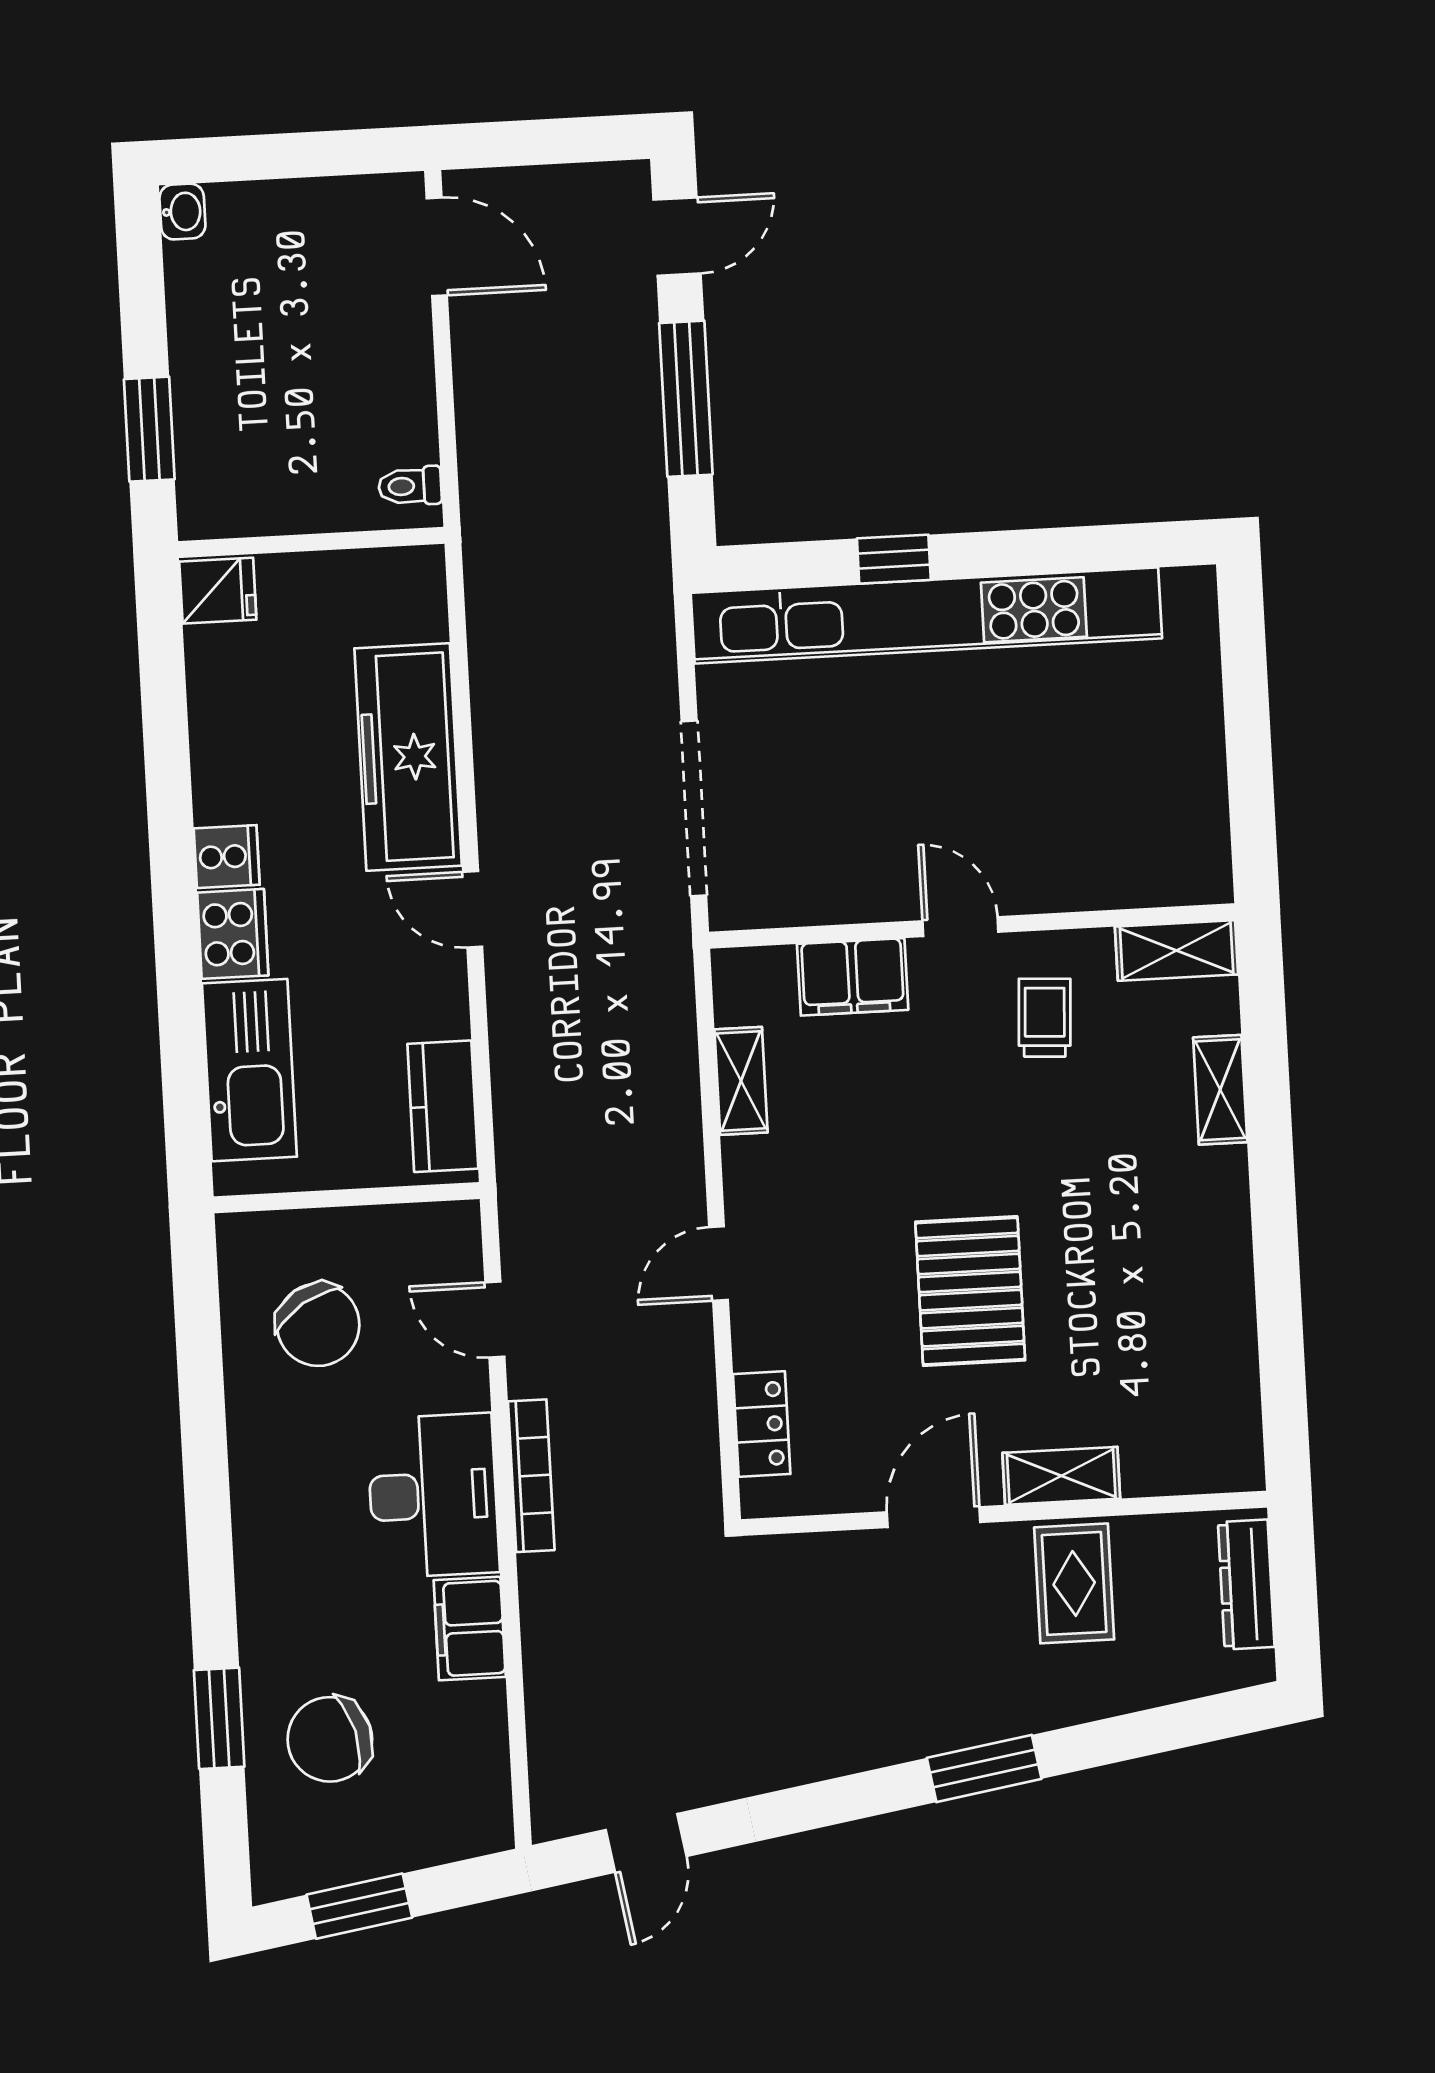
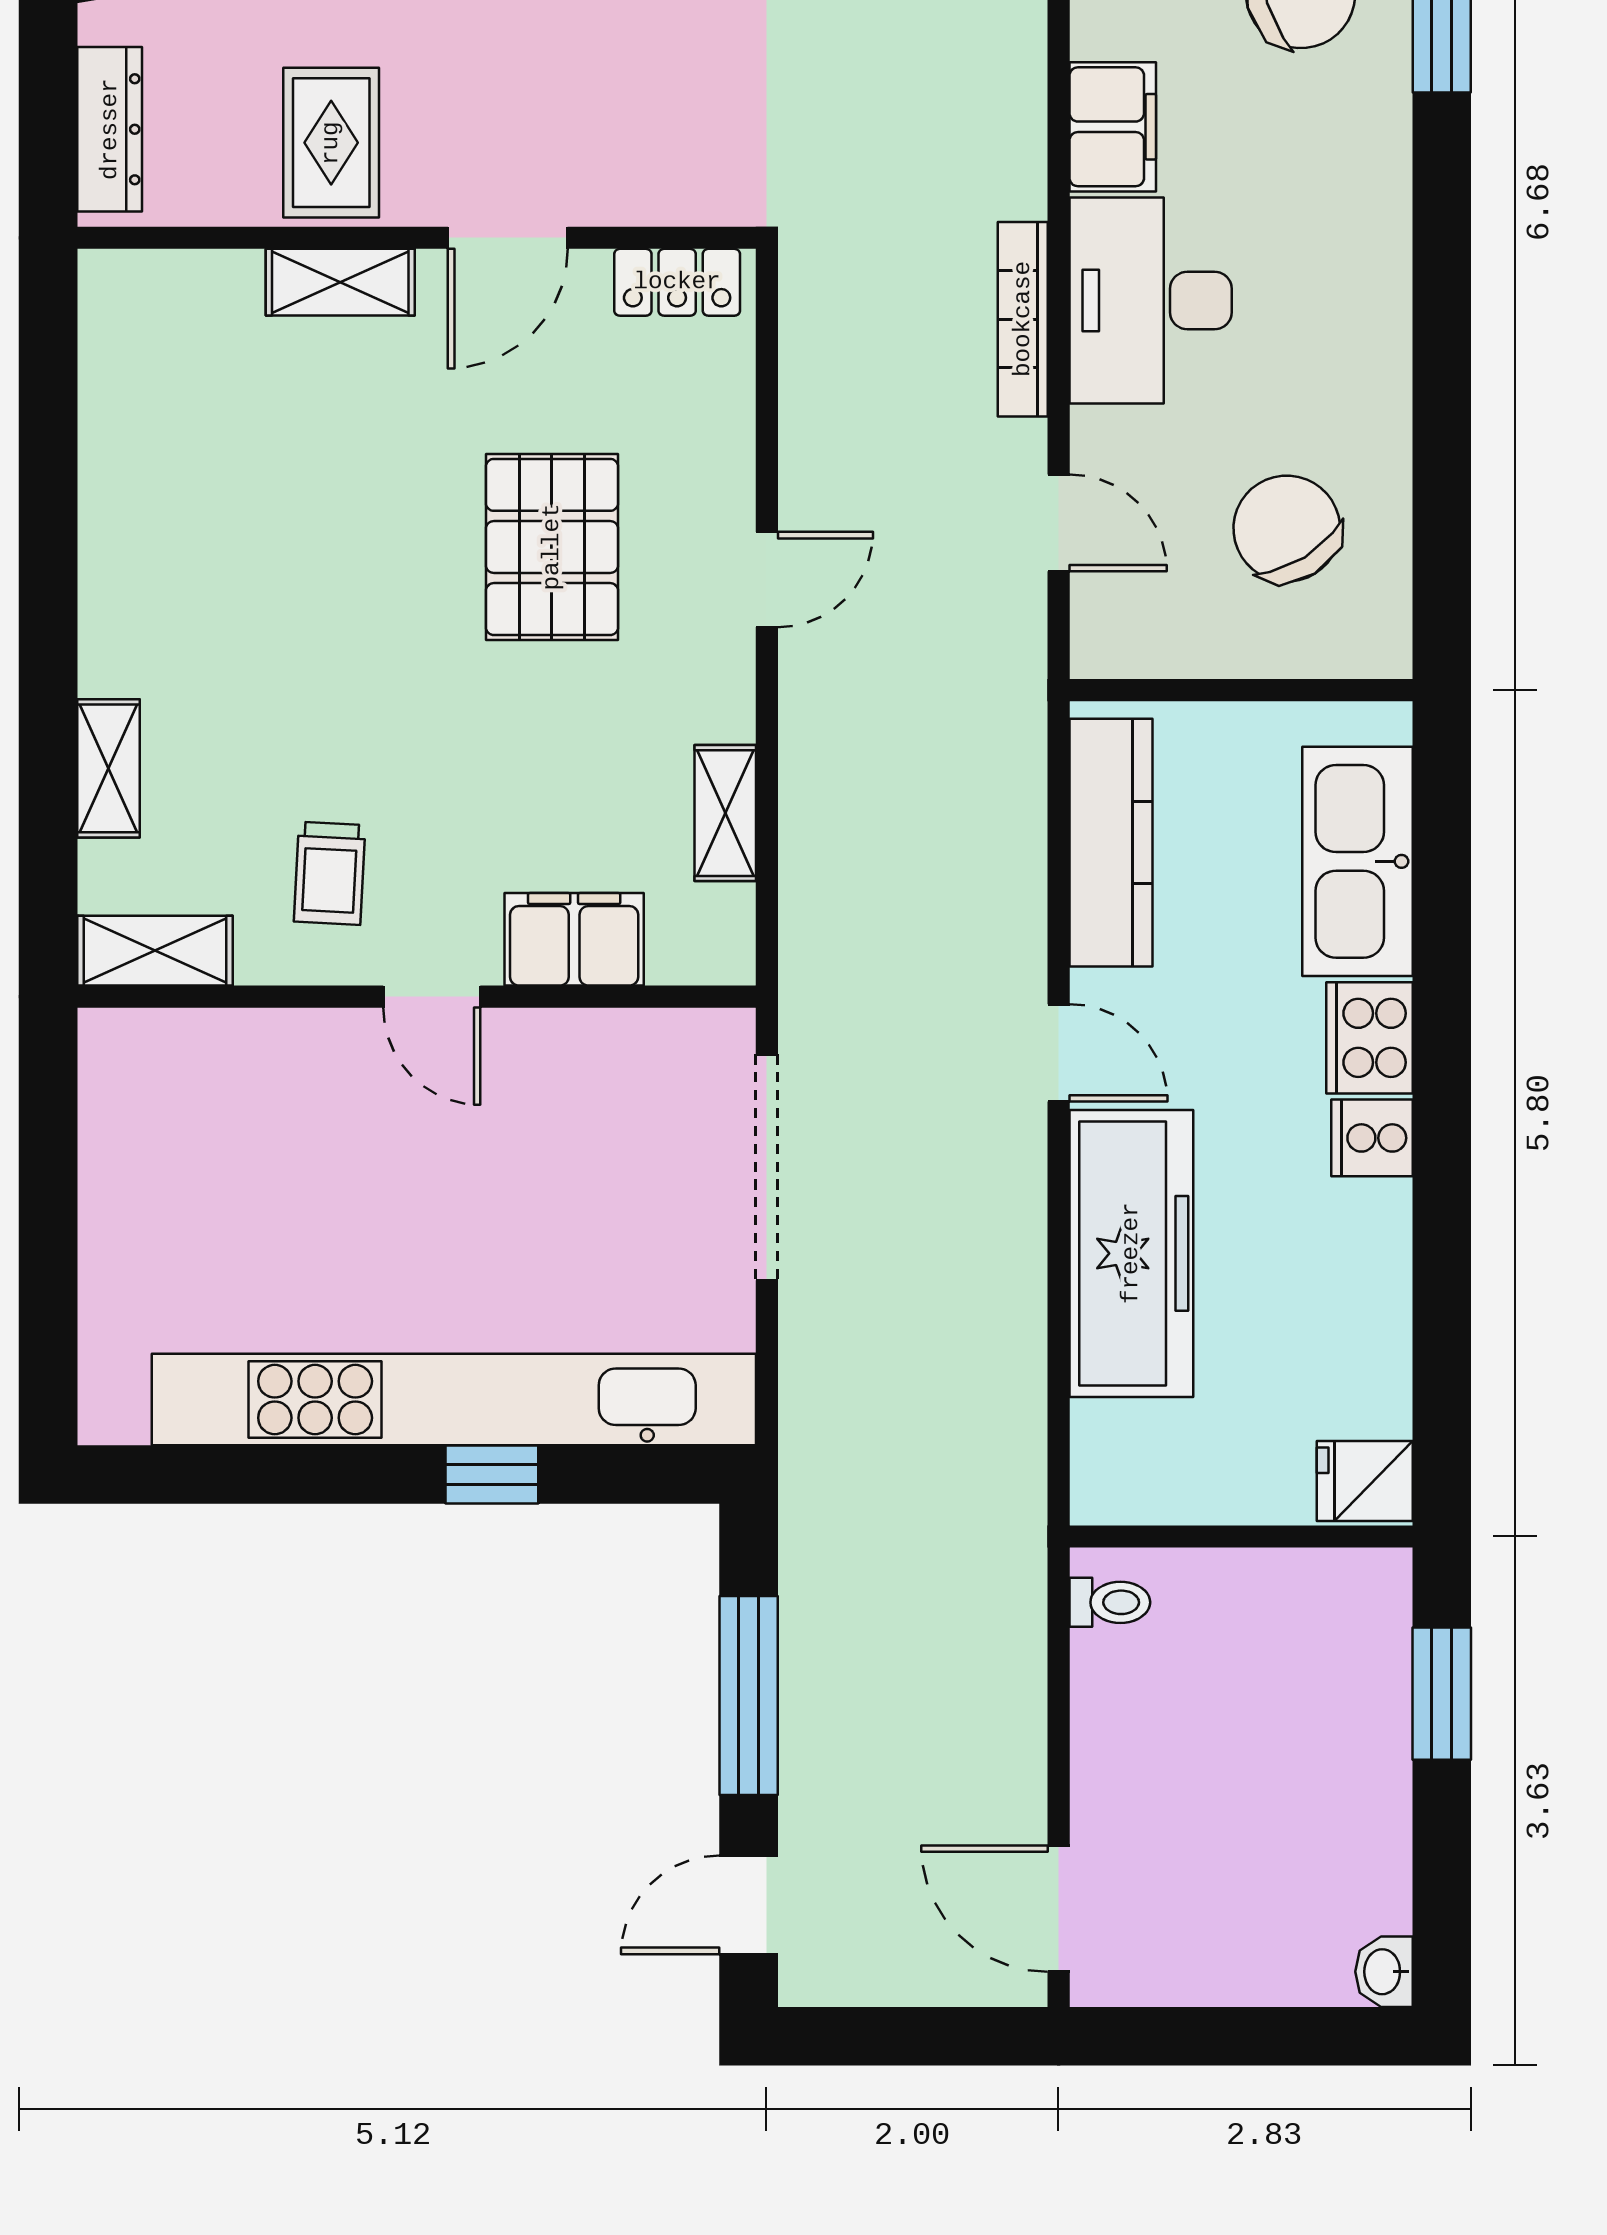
kitchen counter: (443, 1106) -> (1111, 843), width x1.50
pallet: (970, 1291) -> (552, 547), moved
locker: (762, 1424) -> (677, 282), moved, turned -90

